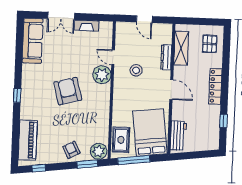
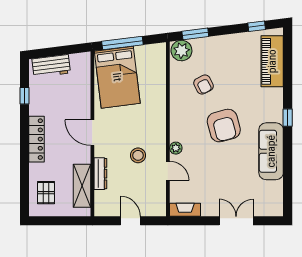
fireplace: (87, 26) -> (185, 210), moved
sofa: (33, 41) -> (271, 151), moved
plant: (102, 75) -> (176, 148), width x0.53, depth x0.53
workbench: (178, 136) -> (51, 66), moved, turned -97
rug: (121, 140) -> (154, 66), removed
armchair: (71, 150) -> (204, 85), moved
window: (134, 160) -> (122, 43), moved

